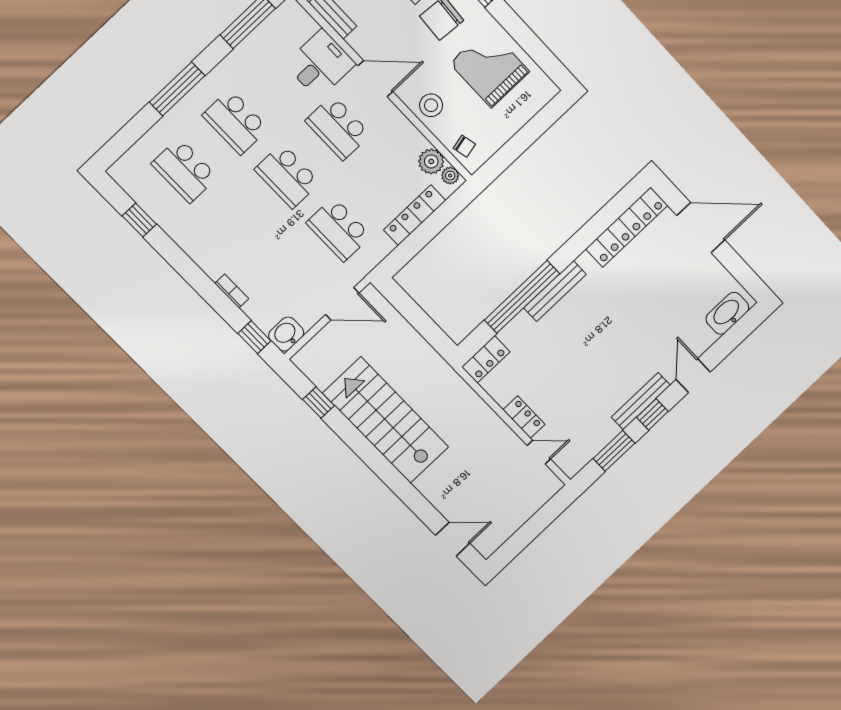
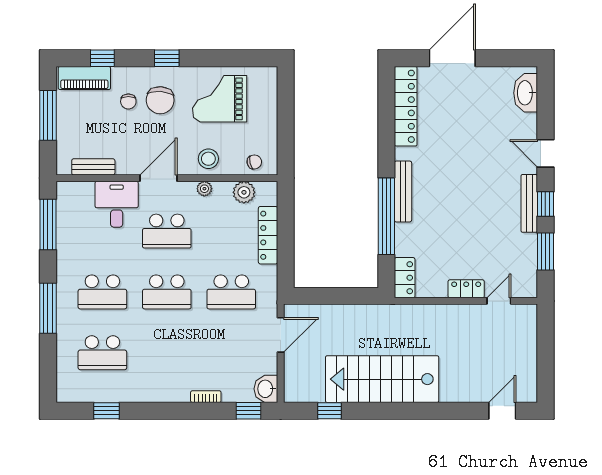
plant: (450, 176) -> (204, 189), moved

